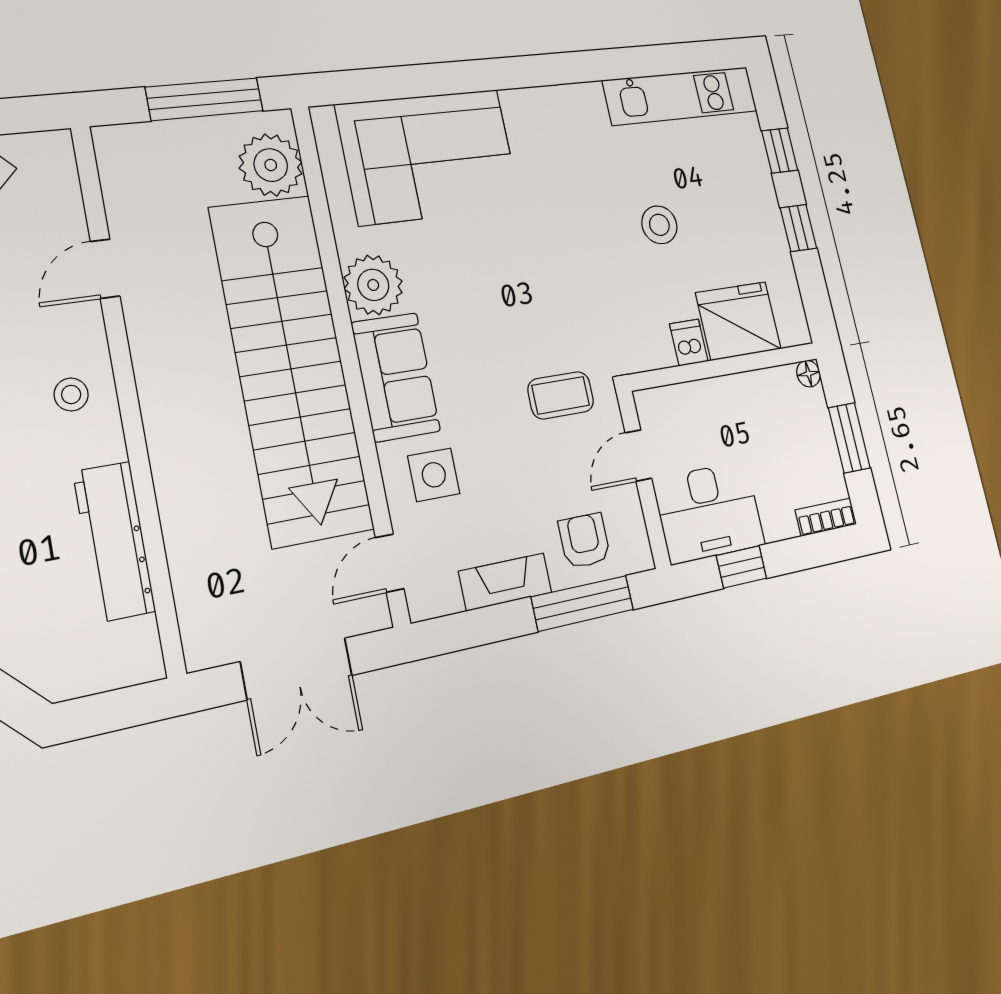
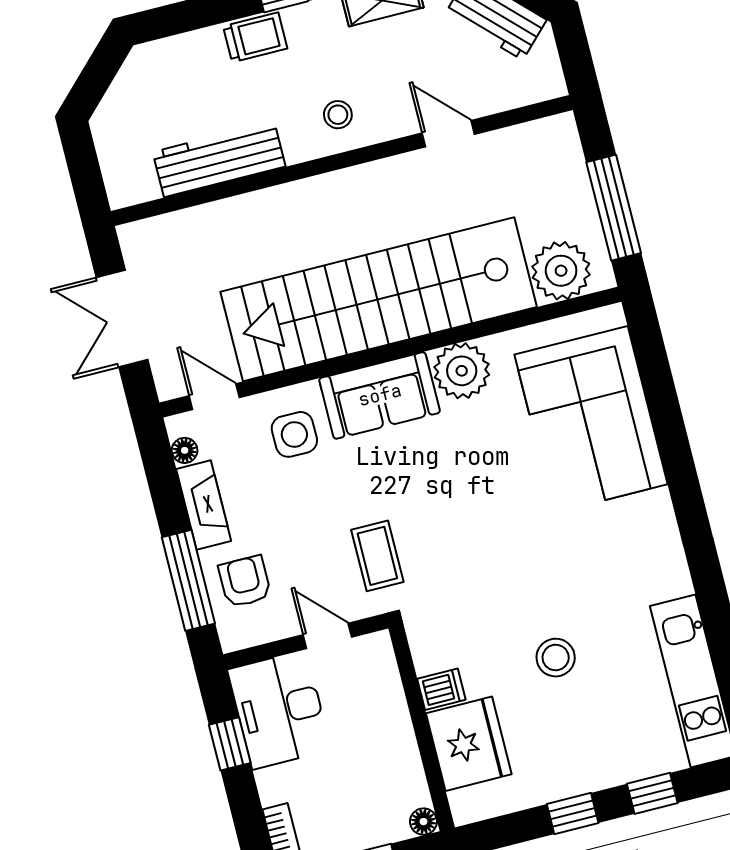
armchair: (584, 541) -> (245, 582), turned -90
floor lamp: (447, 601) -> (185, 450), added

